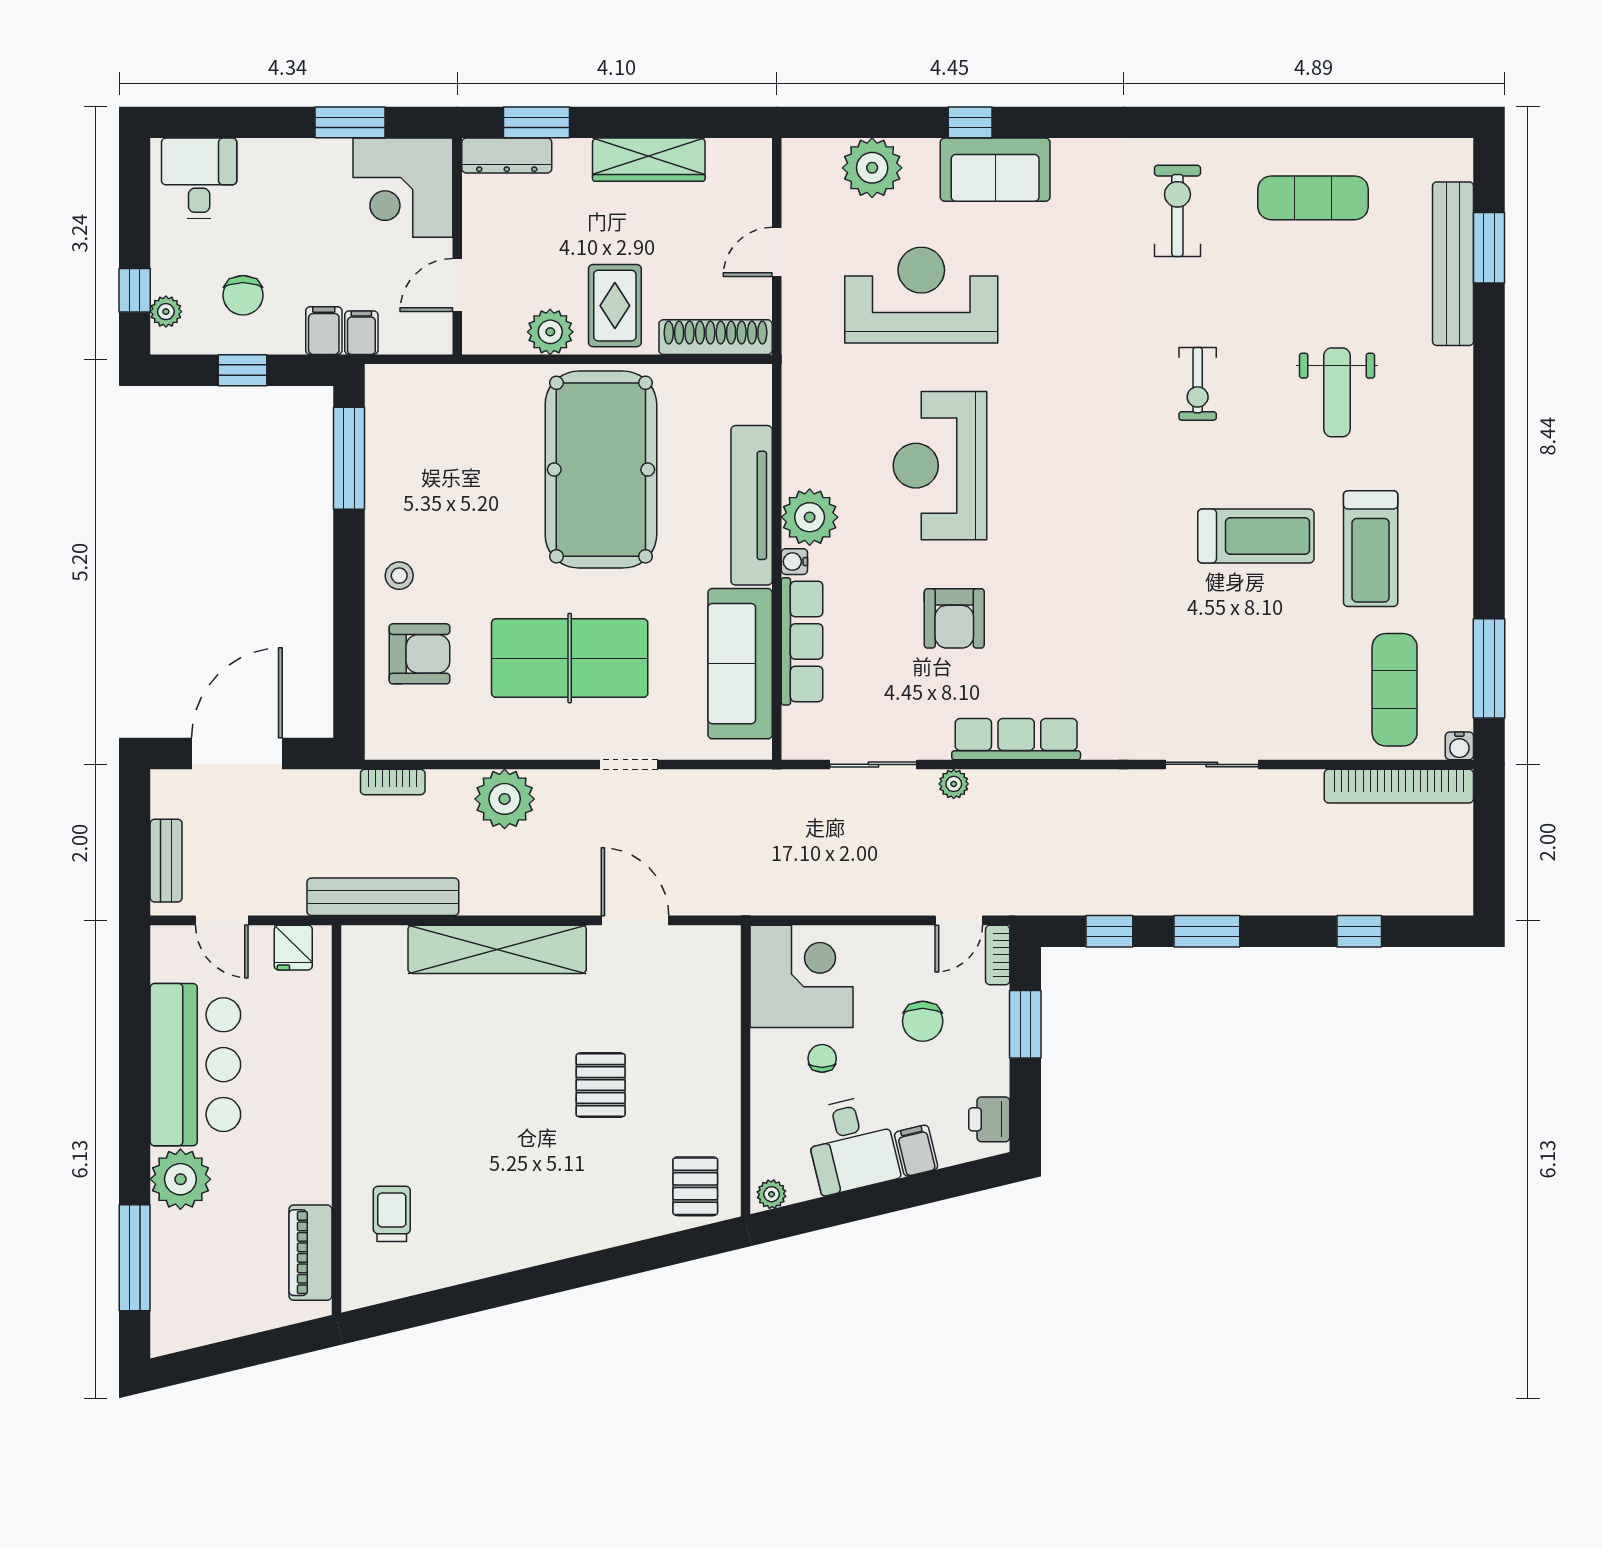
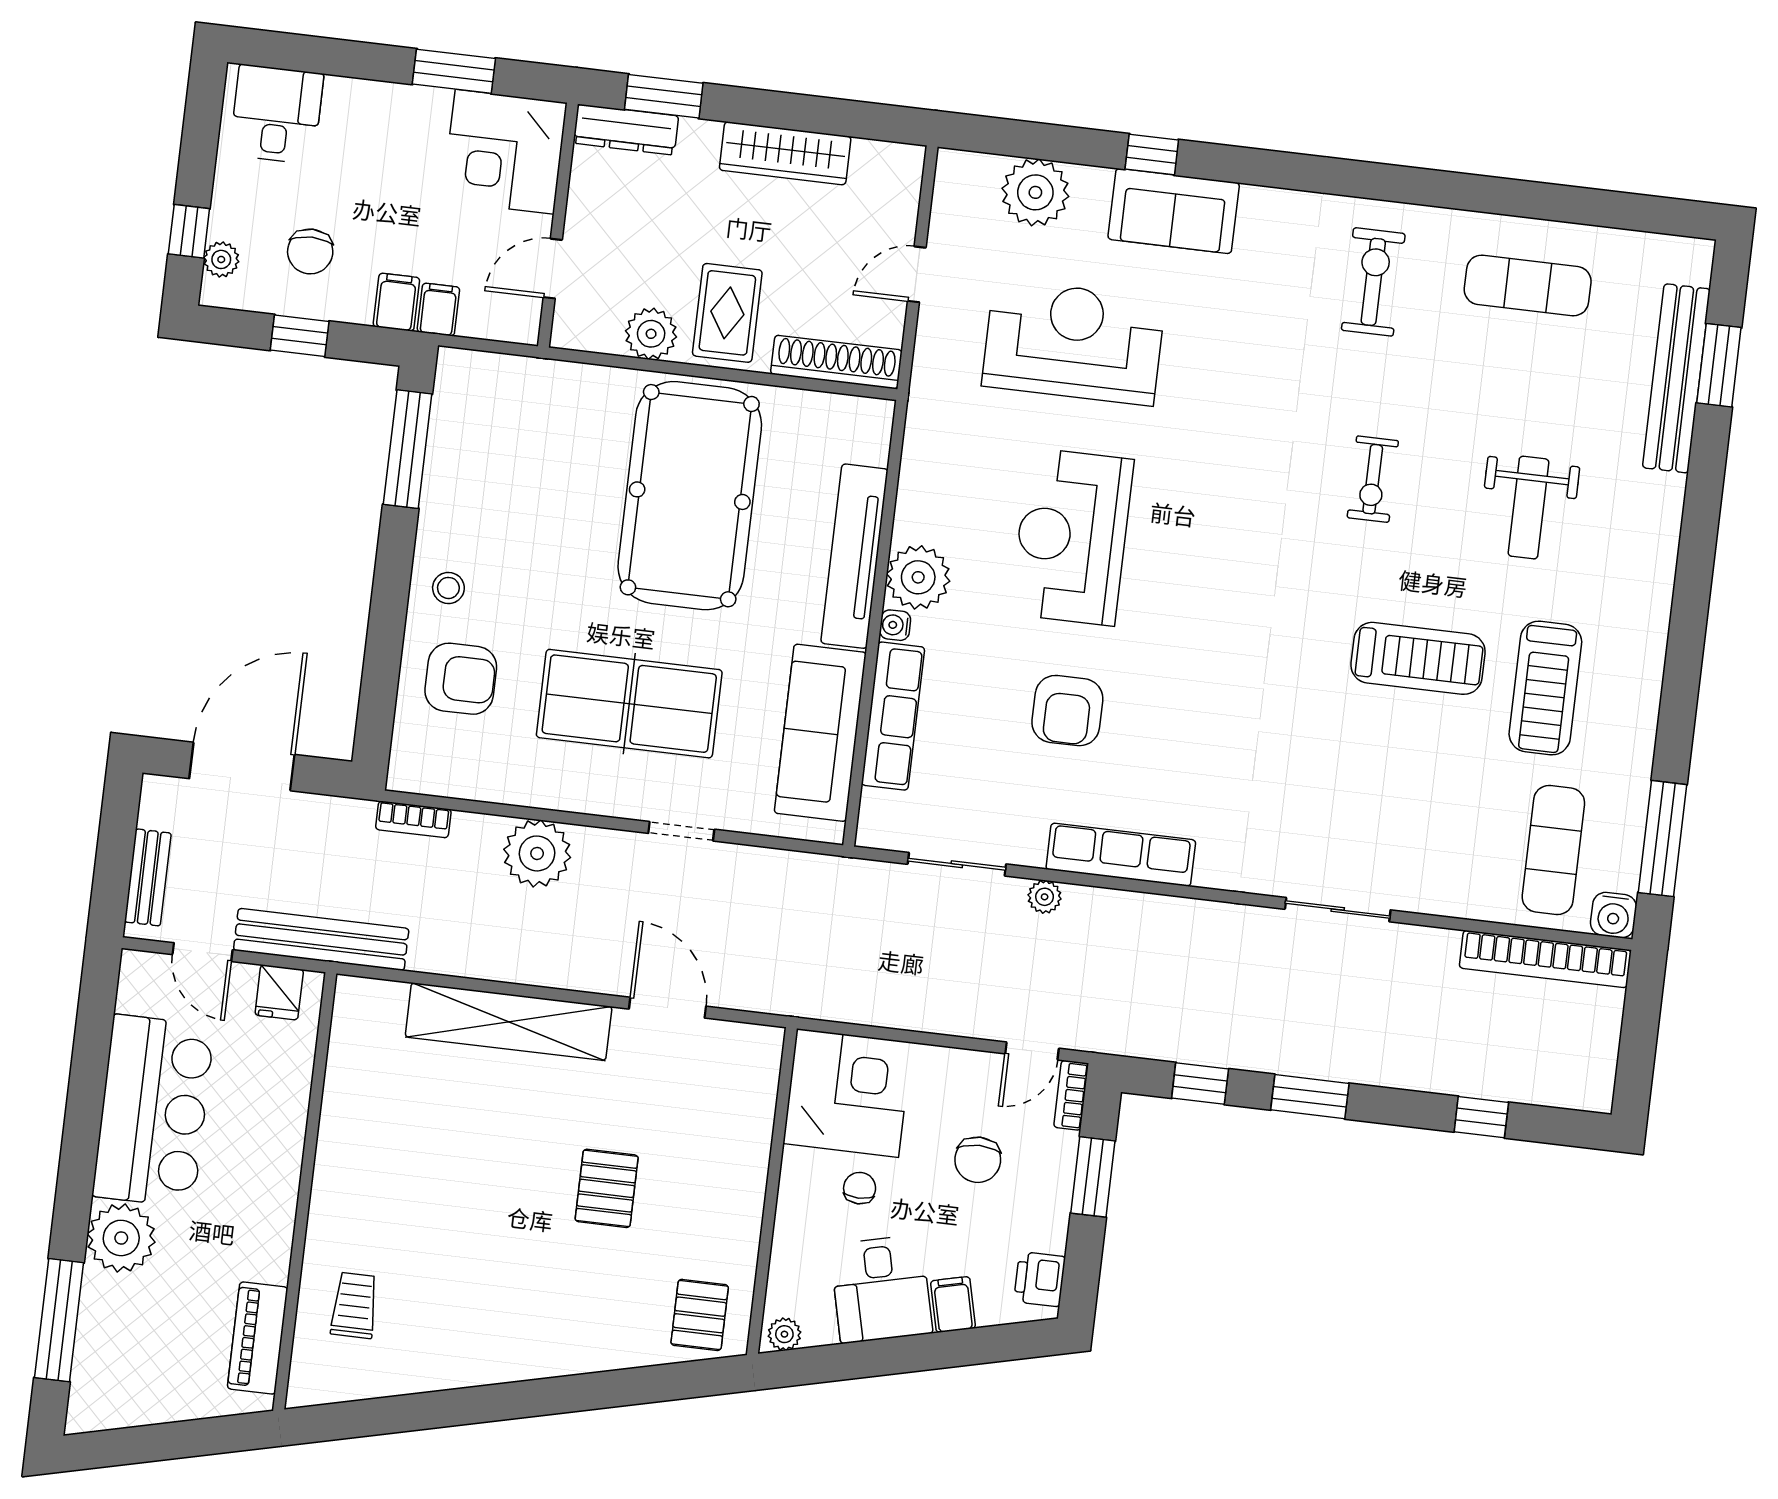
water cooler: (1459, 746) -> (1614, 915), width x1.38, depth x1.38
bench: (383, 897) -> (321, 939), moved

